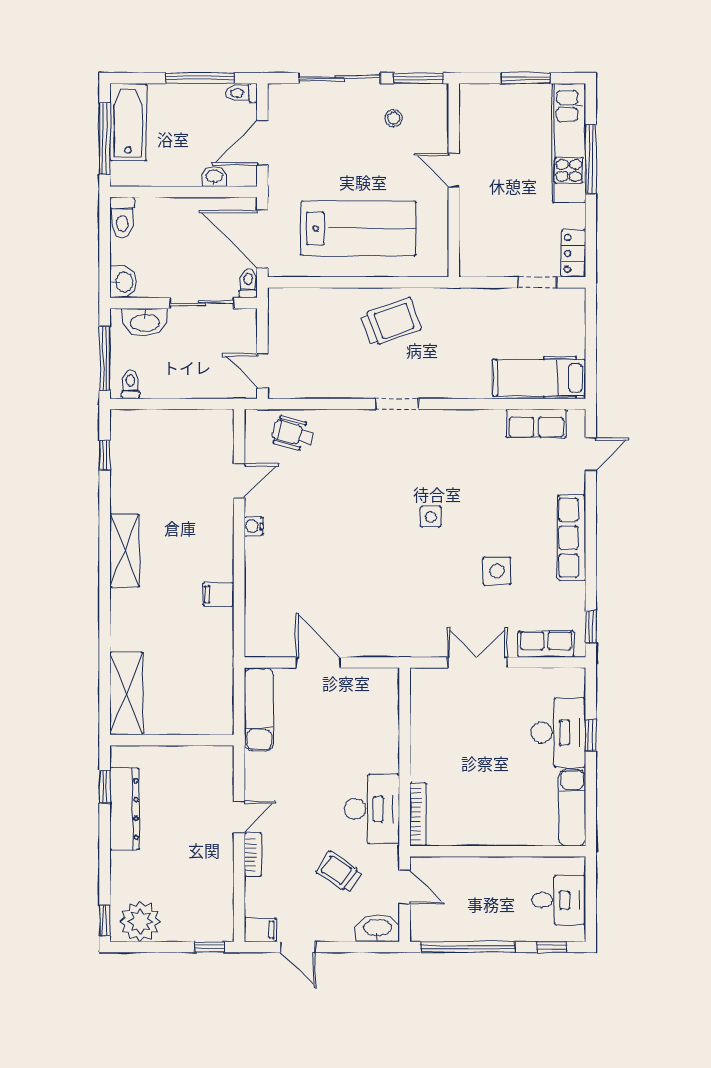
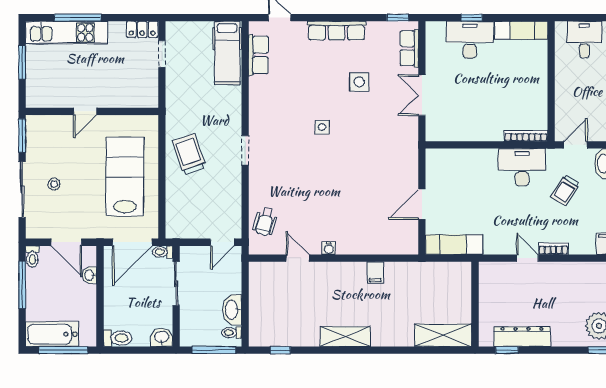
stool: (394, 118) -> (54, 184), moved
washbasin: (145, 322) -> (232, 310), moved, turned 180

